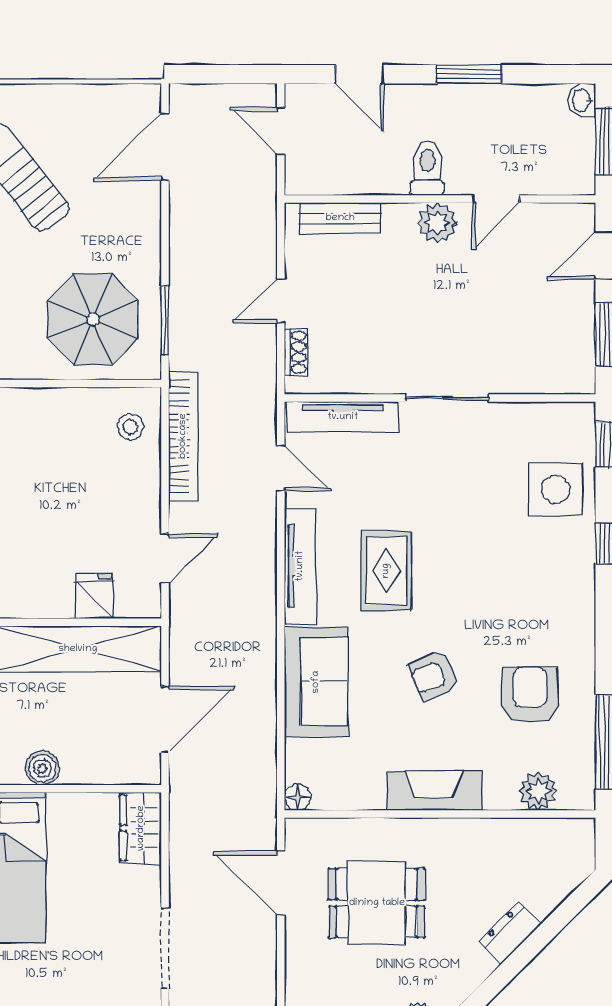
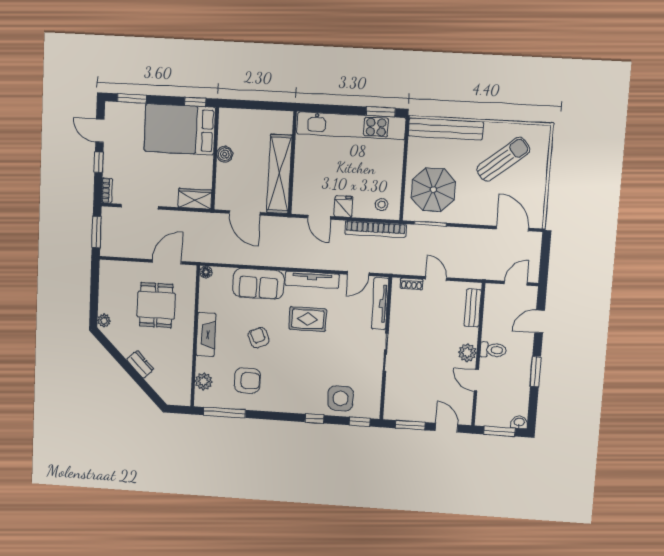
fridge: (94, 596) -> (343, 206), moved, turned -90

